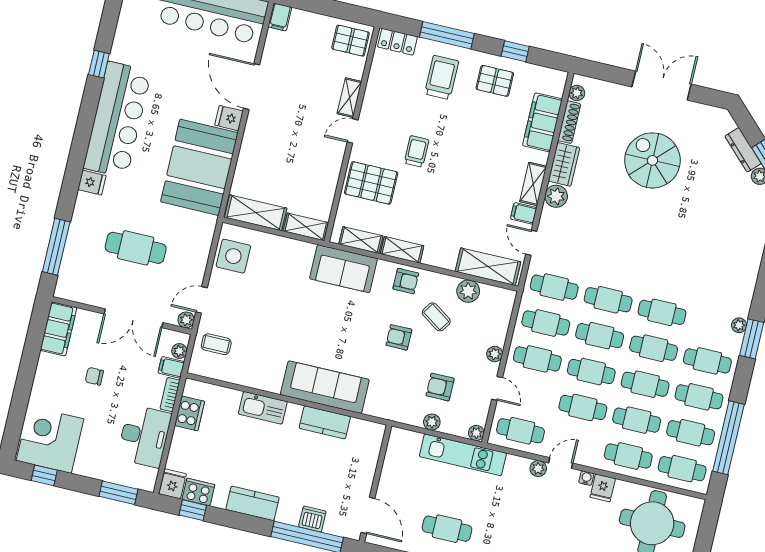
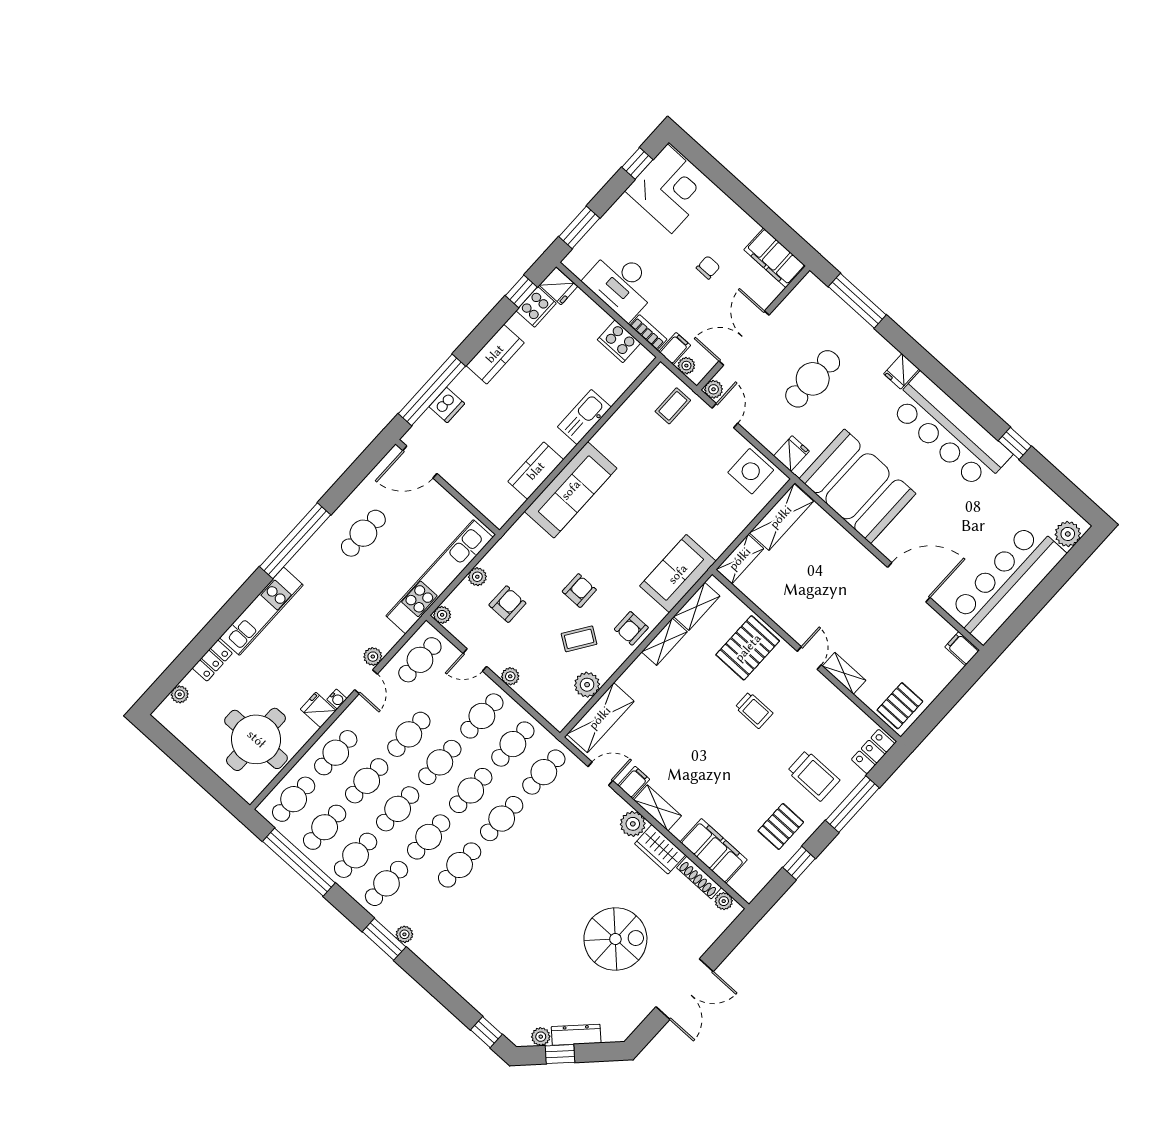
fridge: (229, 118) -> (791, 453), moved
kitchen unit: (463, 455) -> (439, 577), width x1.36

